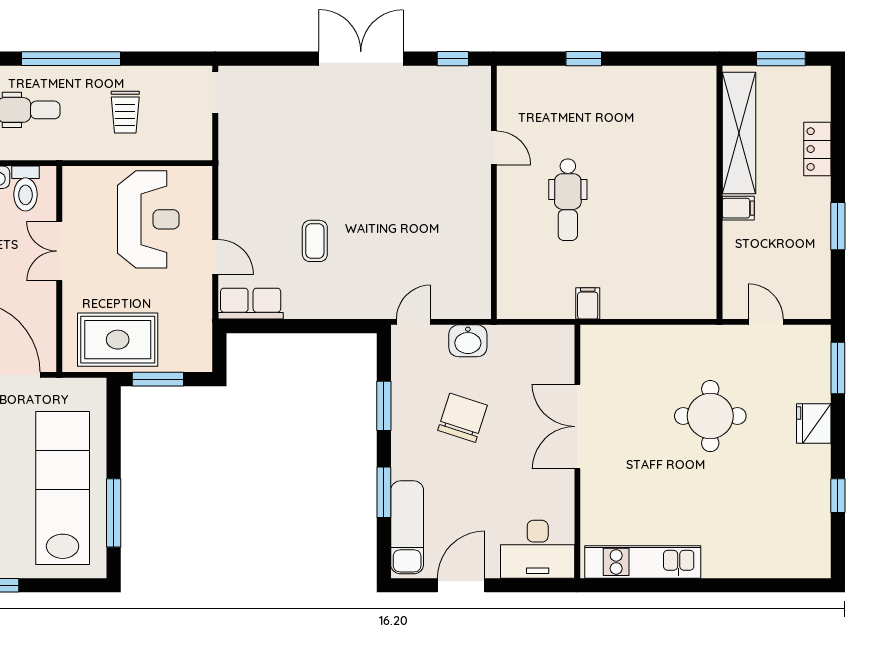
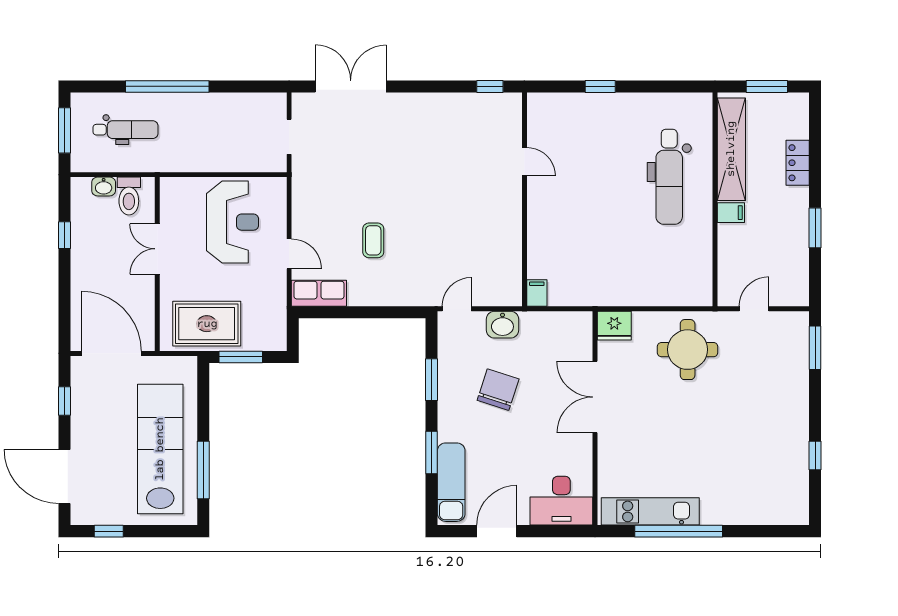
double door: (361, 59) -> (351, 86), moved
doorway: (215, 92) -> (289, 137), moved
trolley: (125, 112) -> (213, 132), removed
dental chair: (568, 200) -> (669, 177), moved, width x1.36, depth x1.38
filing cabinet: (588, 303) -> (537, 293), moved
door: (766, 322) -> (754, 309), hinge flipped
round table: (710, 416) -> (688, 350), moved
fridge: (814, 423) -> (614, 326), moved, turned -90
window: (676, 585) -> (679, 531), added

